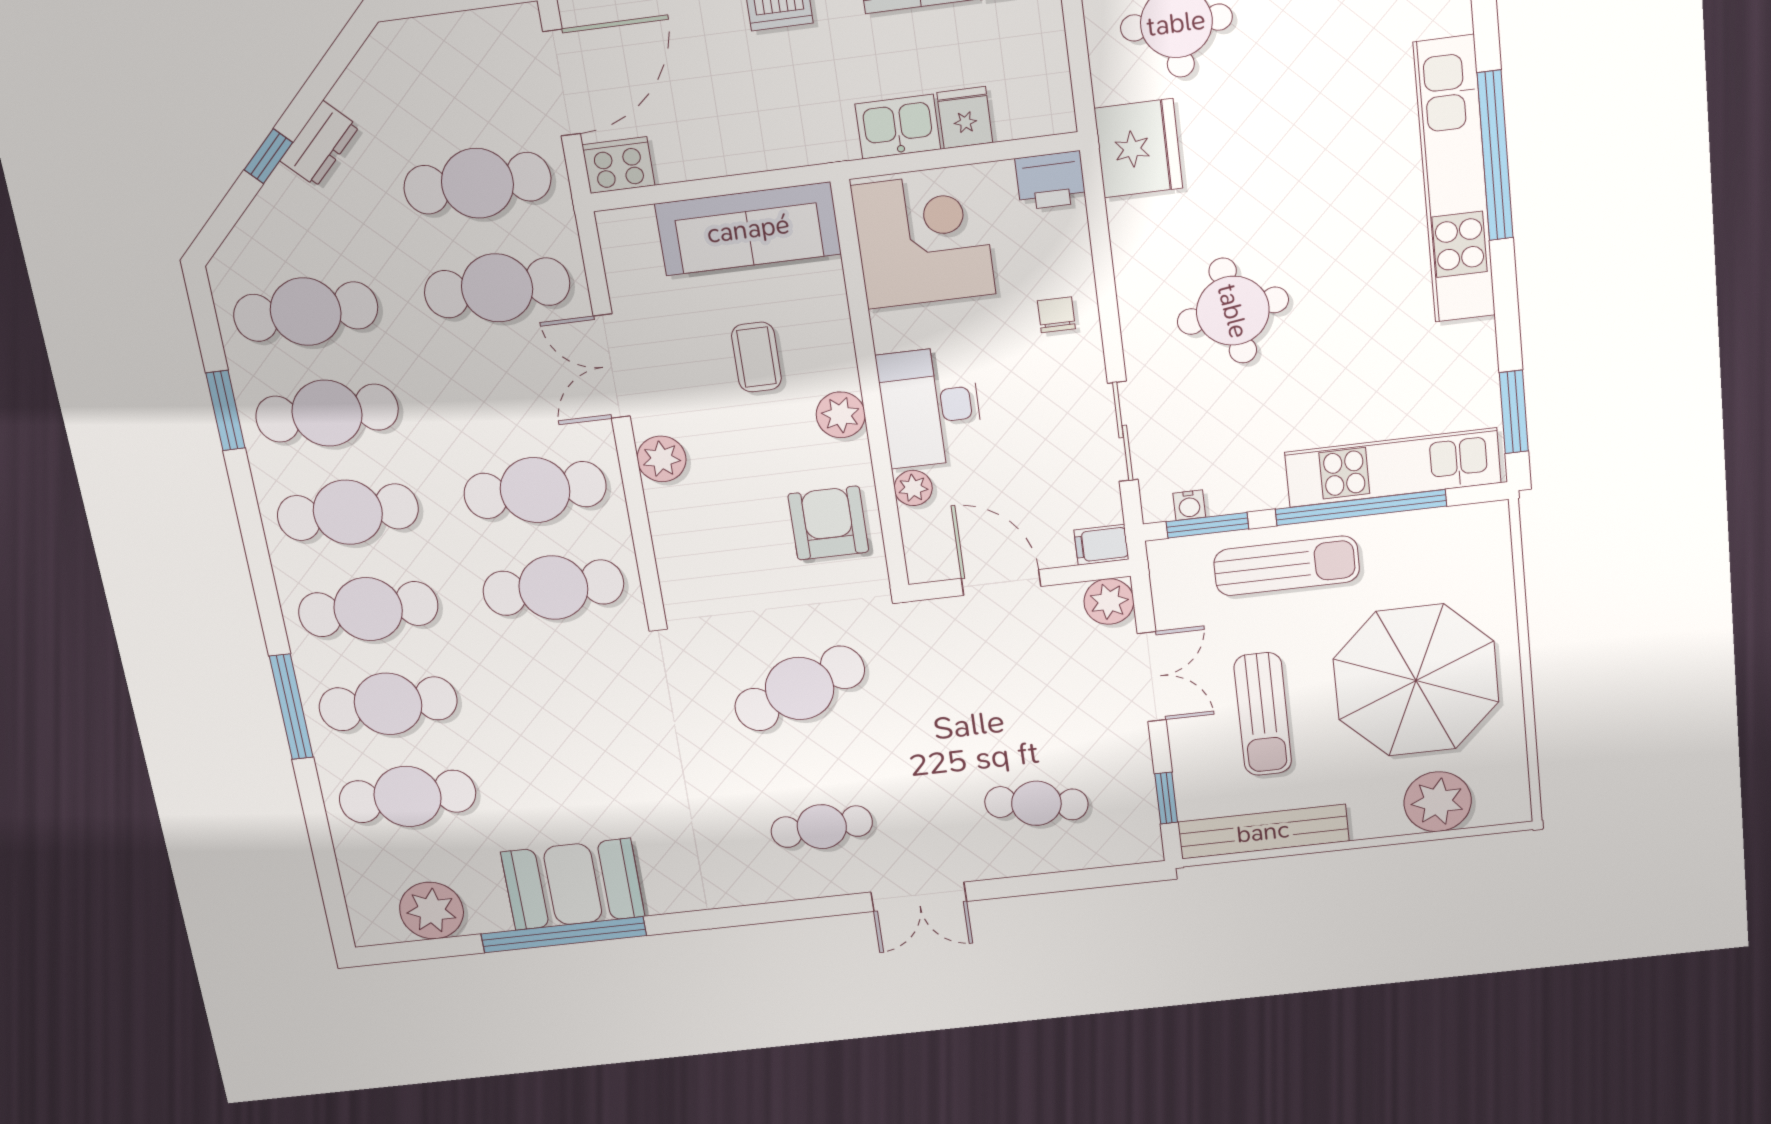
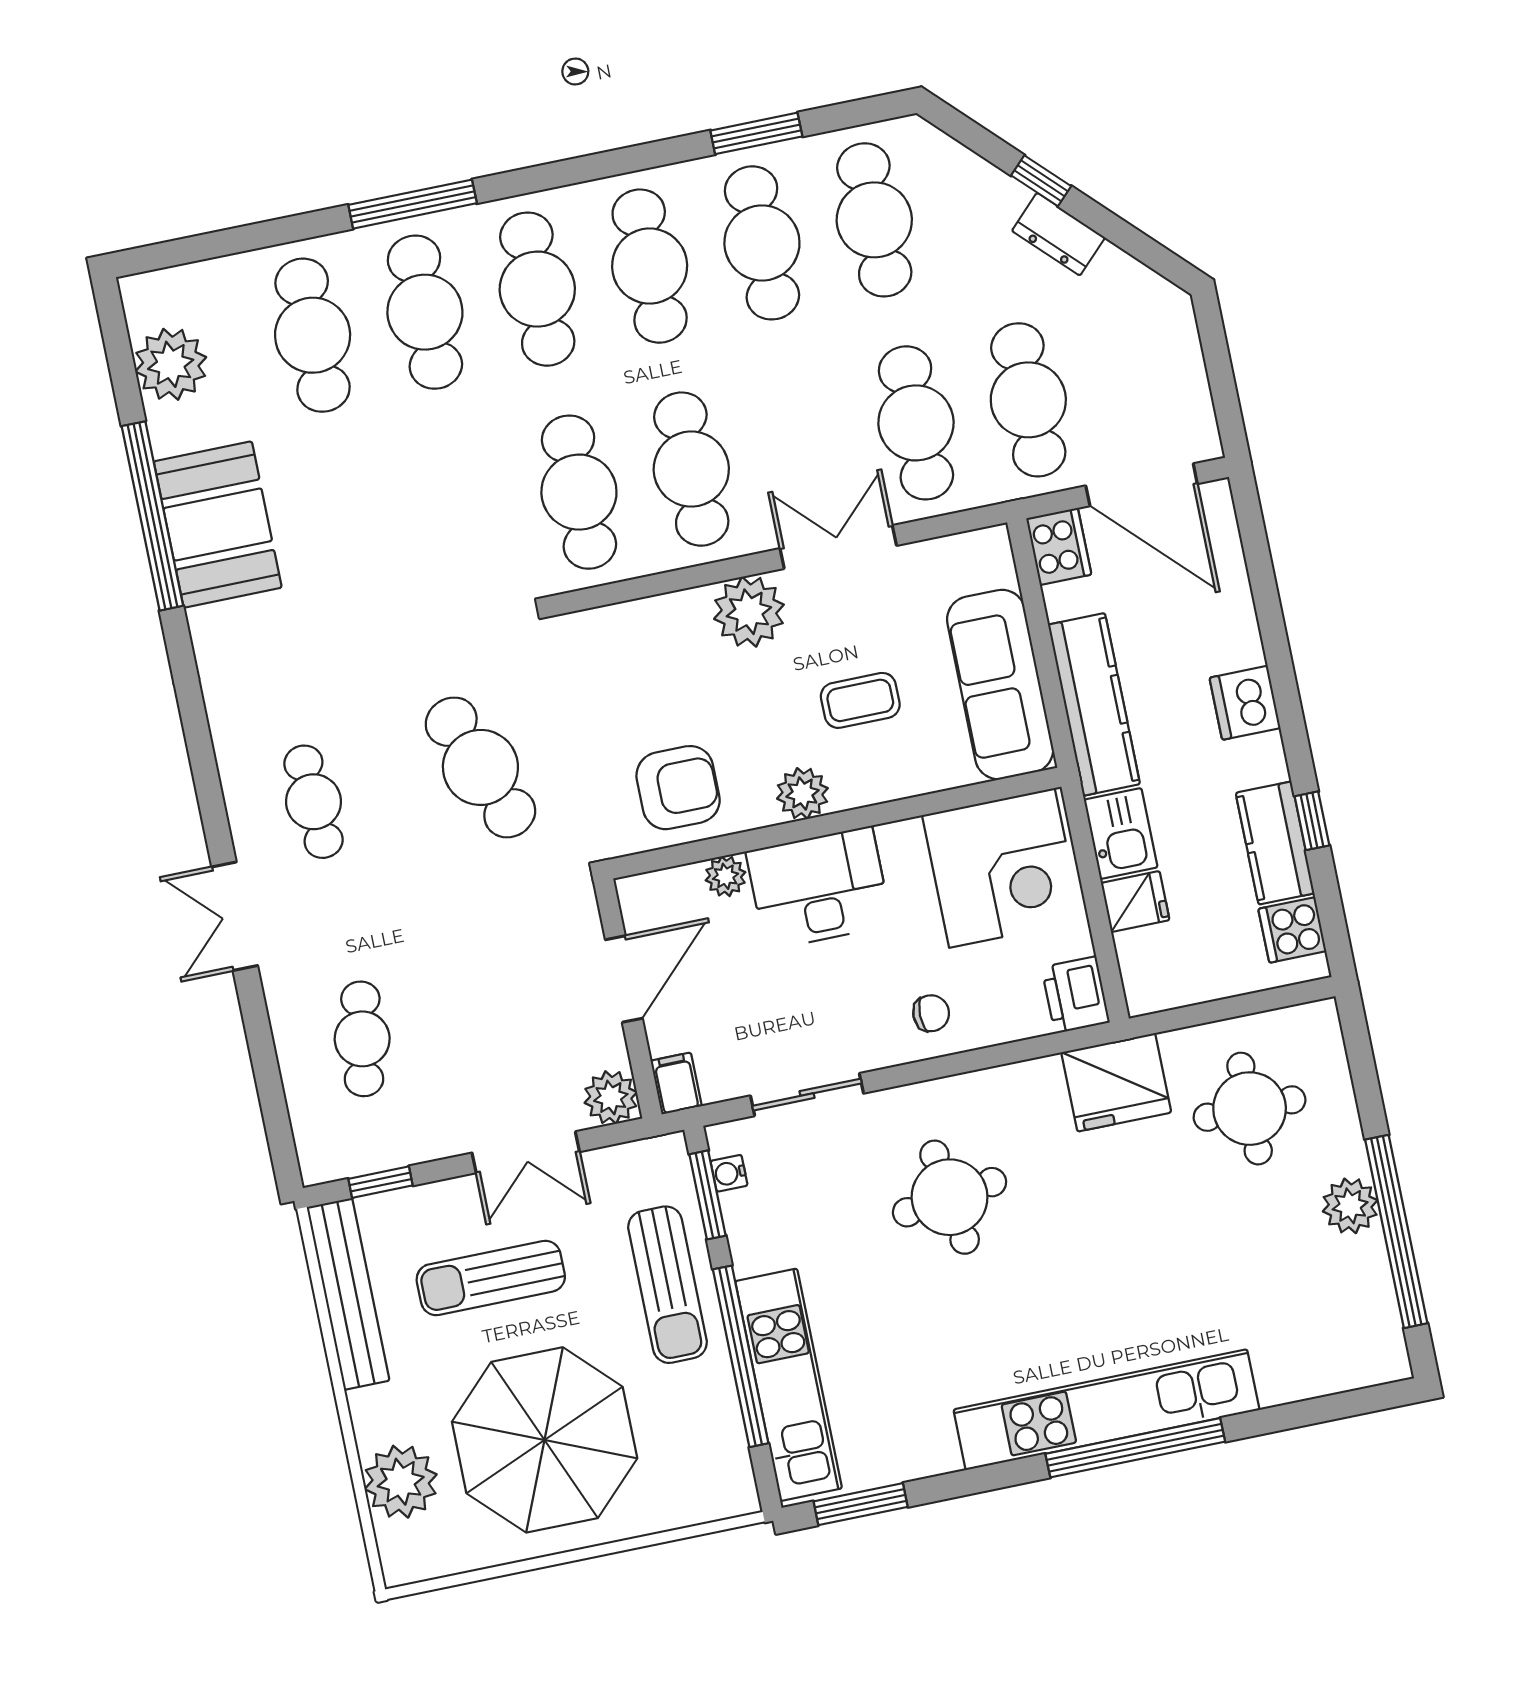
kitchen counter: (772, 143) -> (1094, 704), added
plant: (662, 459) -> (749, 612), width x1.36, depth x1.36

